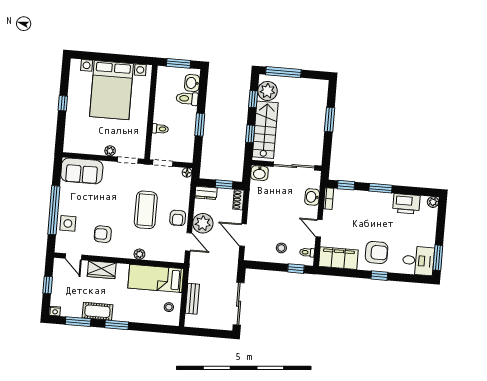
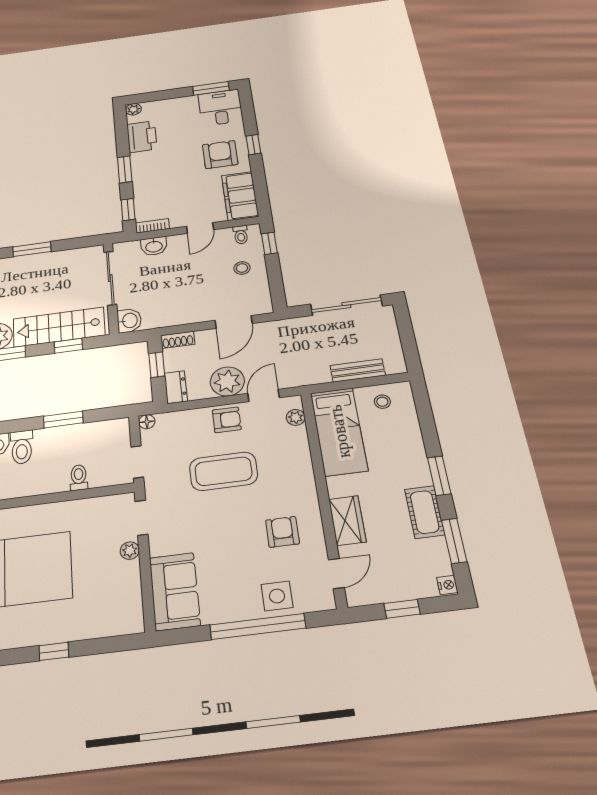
armchair: (103, 234) -> (282, 532), turned 180
plant: (139, 254) -> (296, 417), moved

